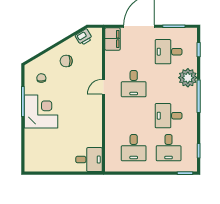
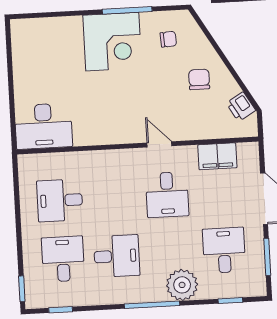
filing cabinet: (113, 39) -> (217, 156), moved
desk: (134, 84) -> (167, 195), turned -90
desk: (169, 116) -> (117, 256), turned 90
desk: (169, 148) -> (63, 259), turned 90
desk: (89, 160) -> (43, 126), width x1.37

